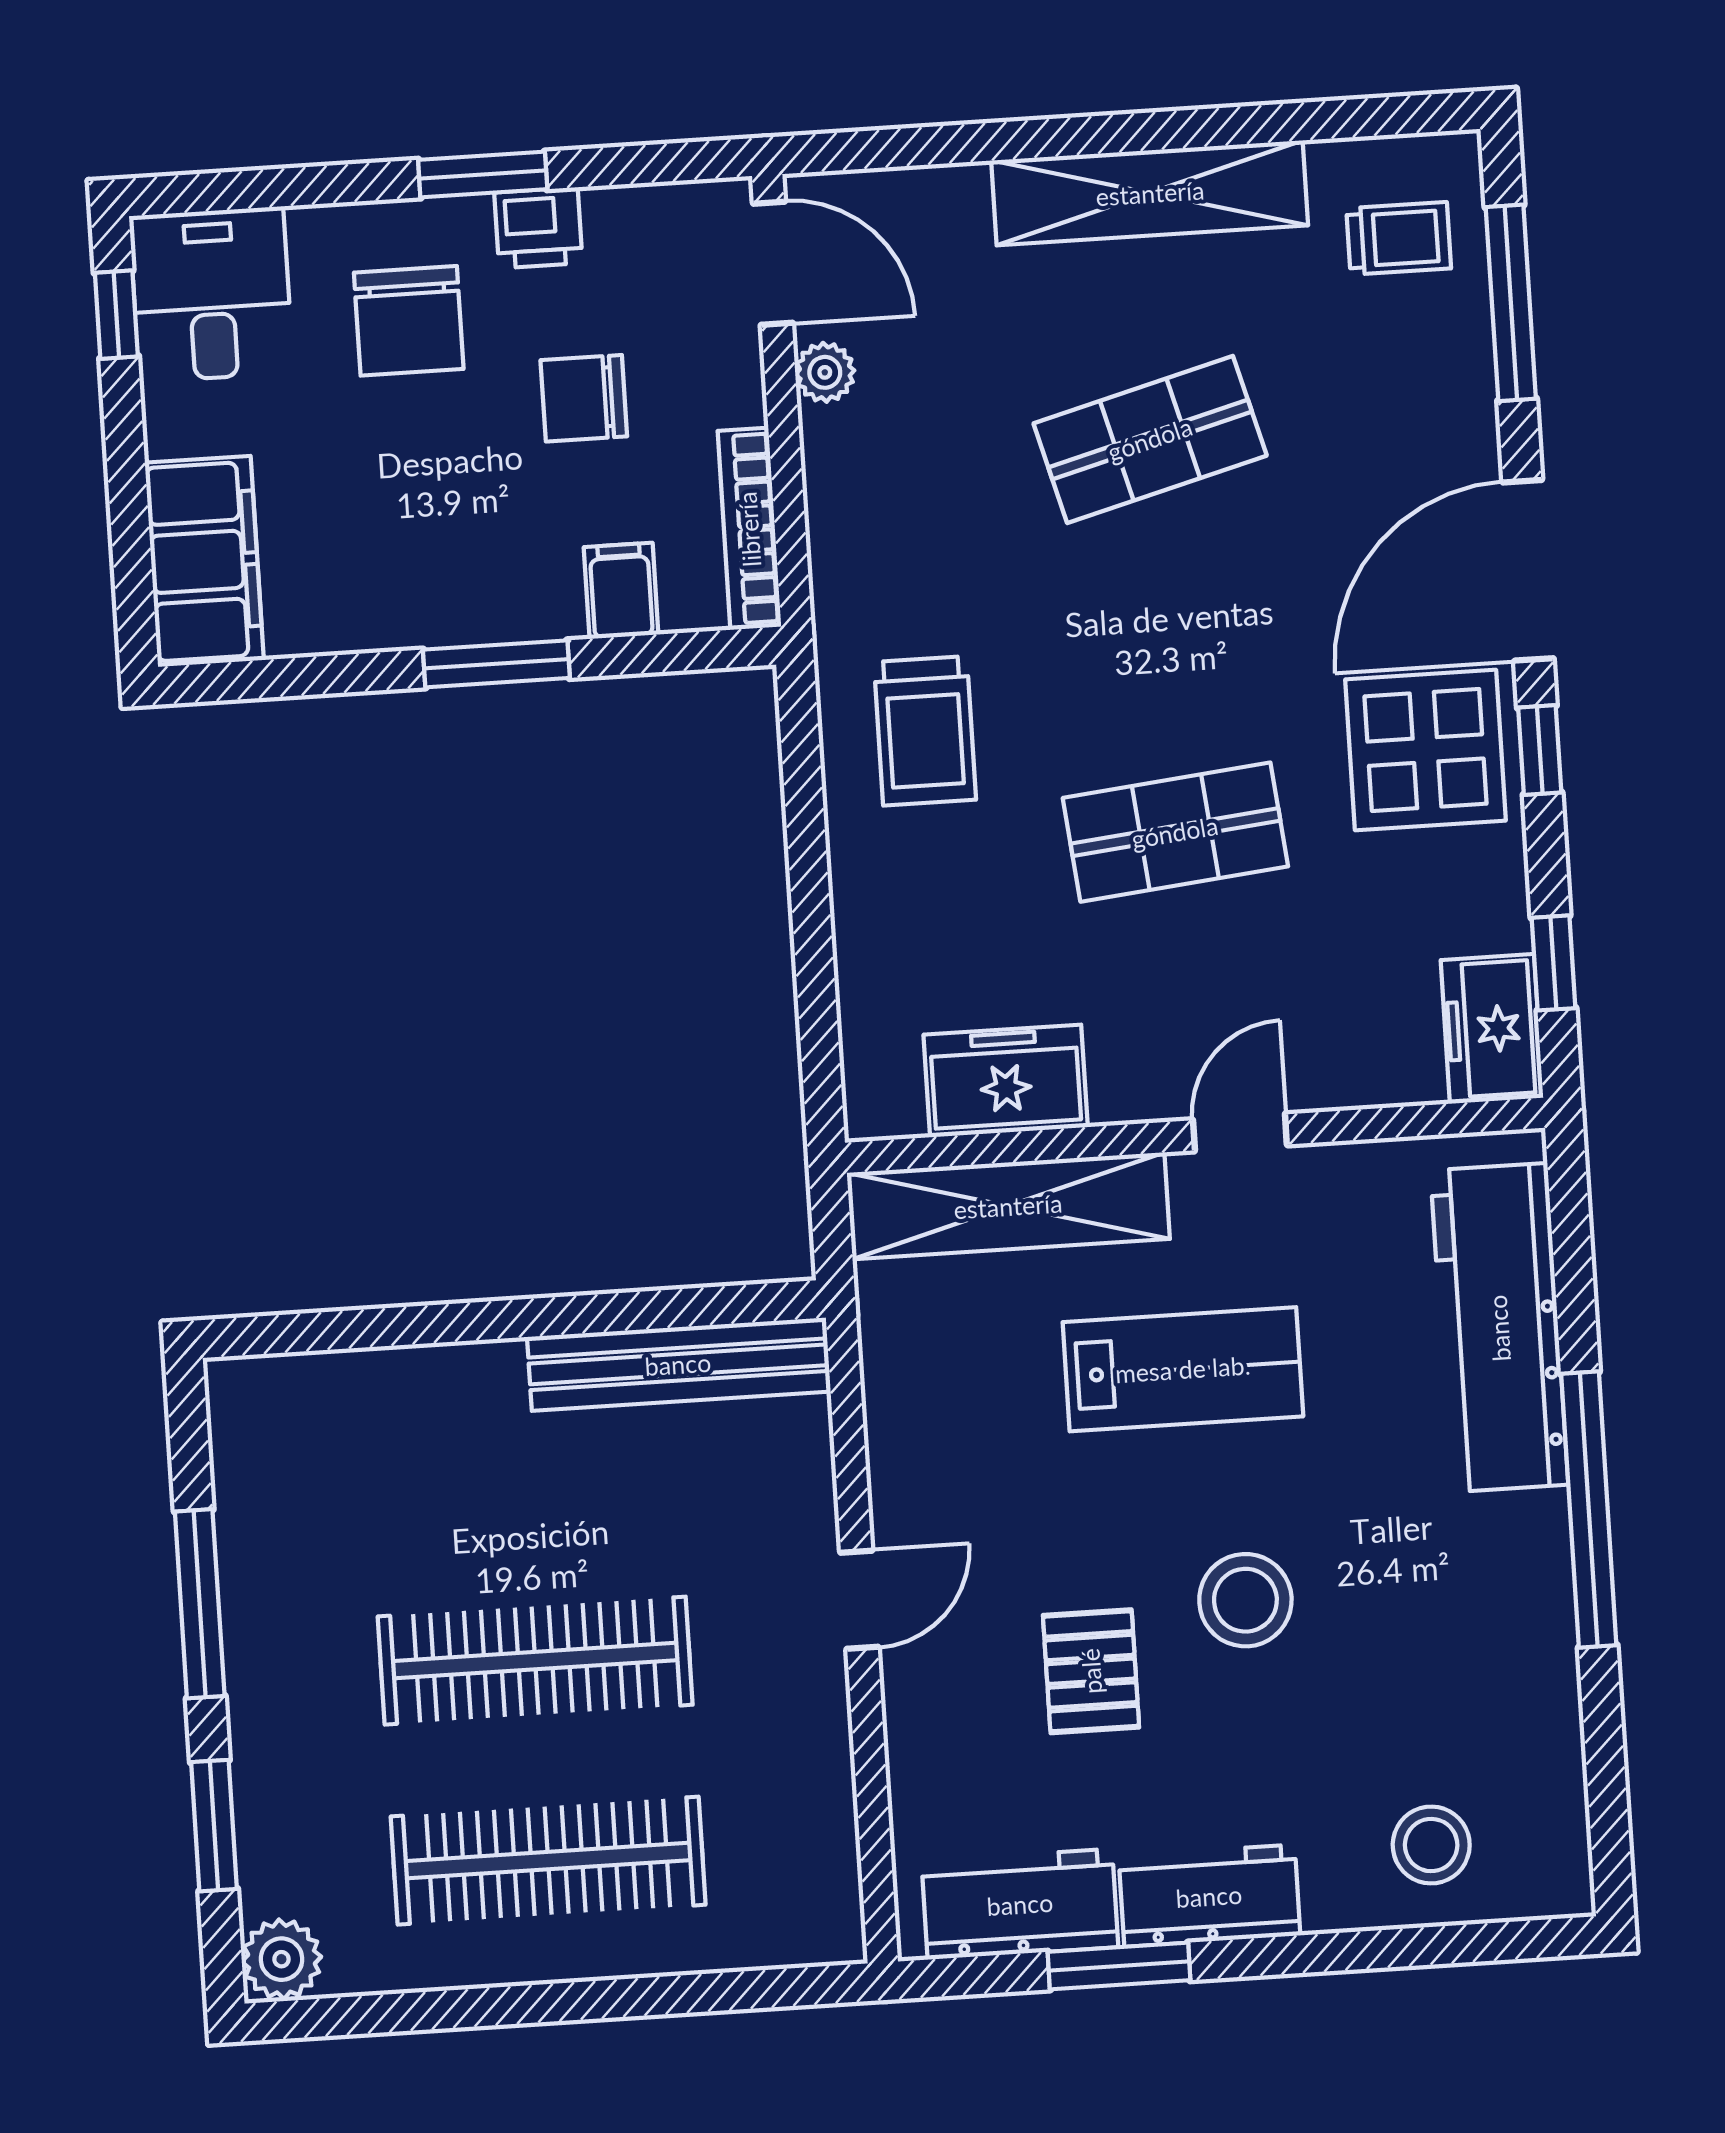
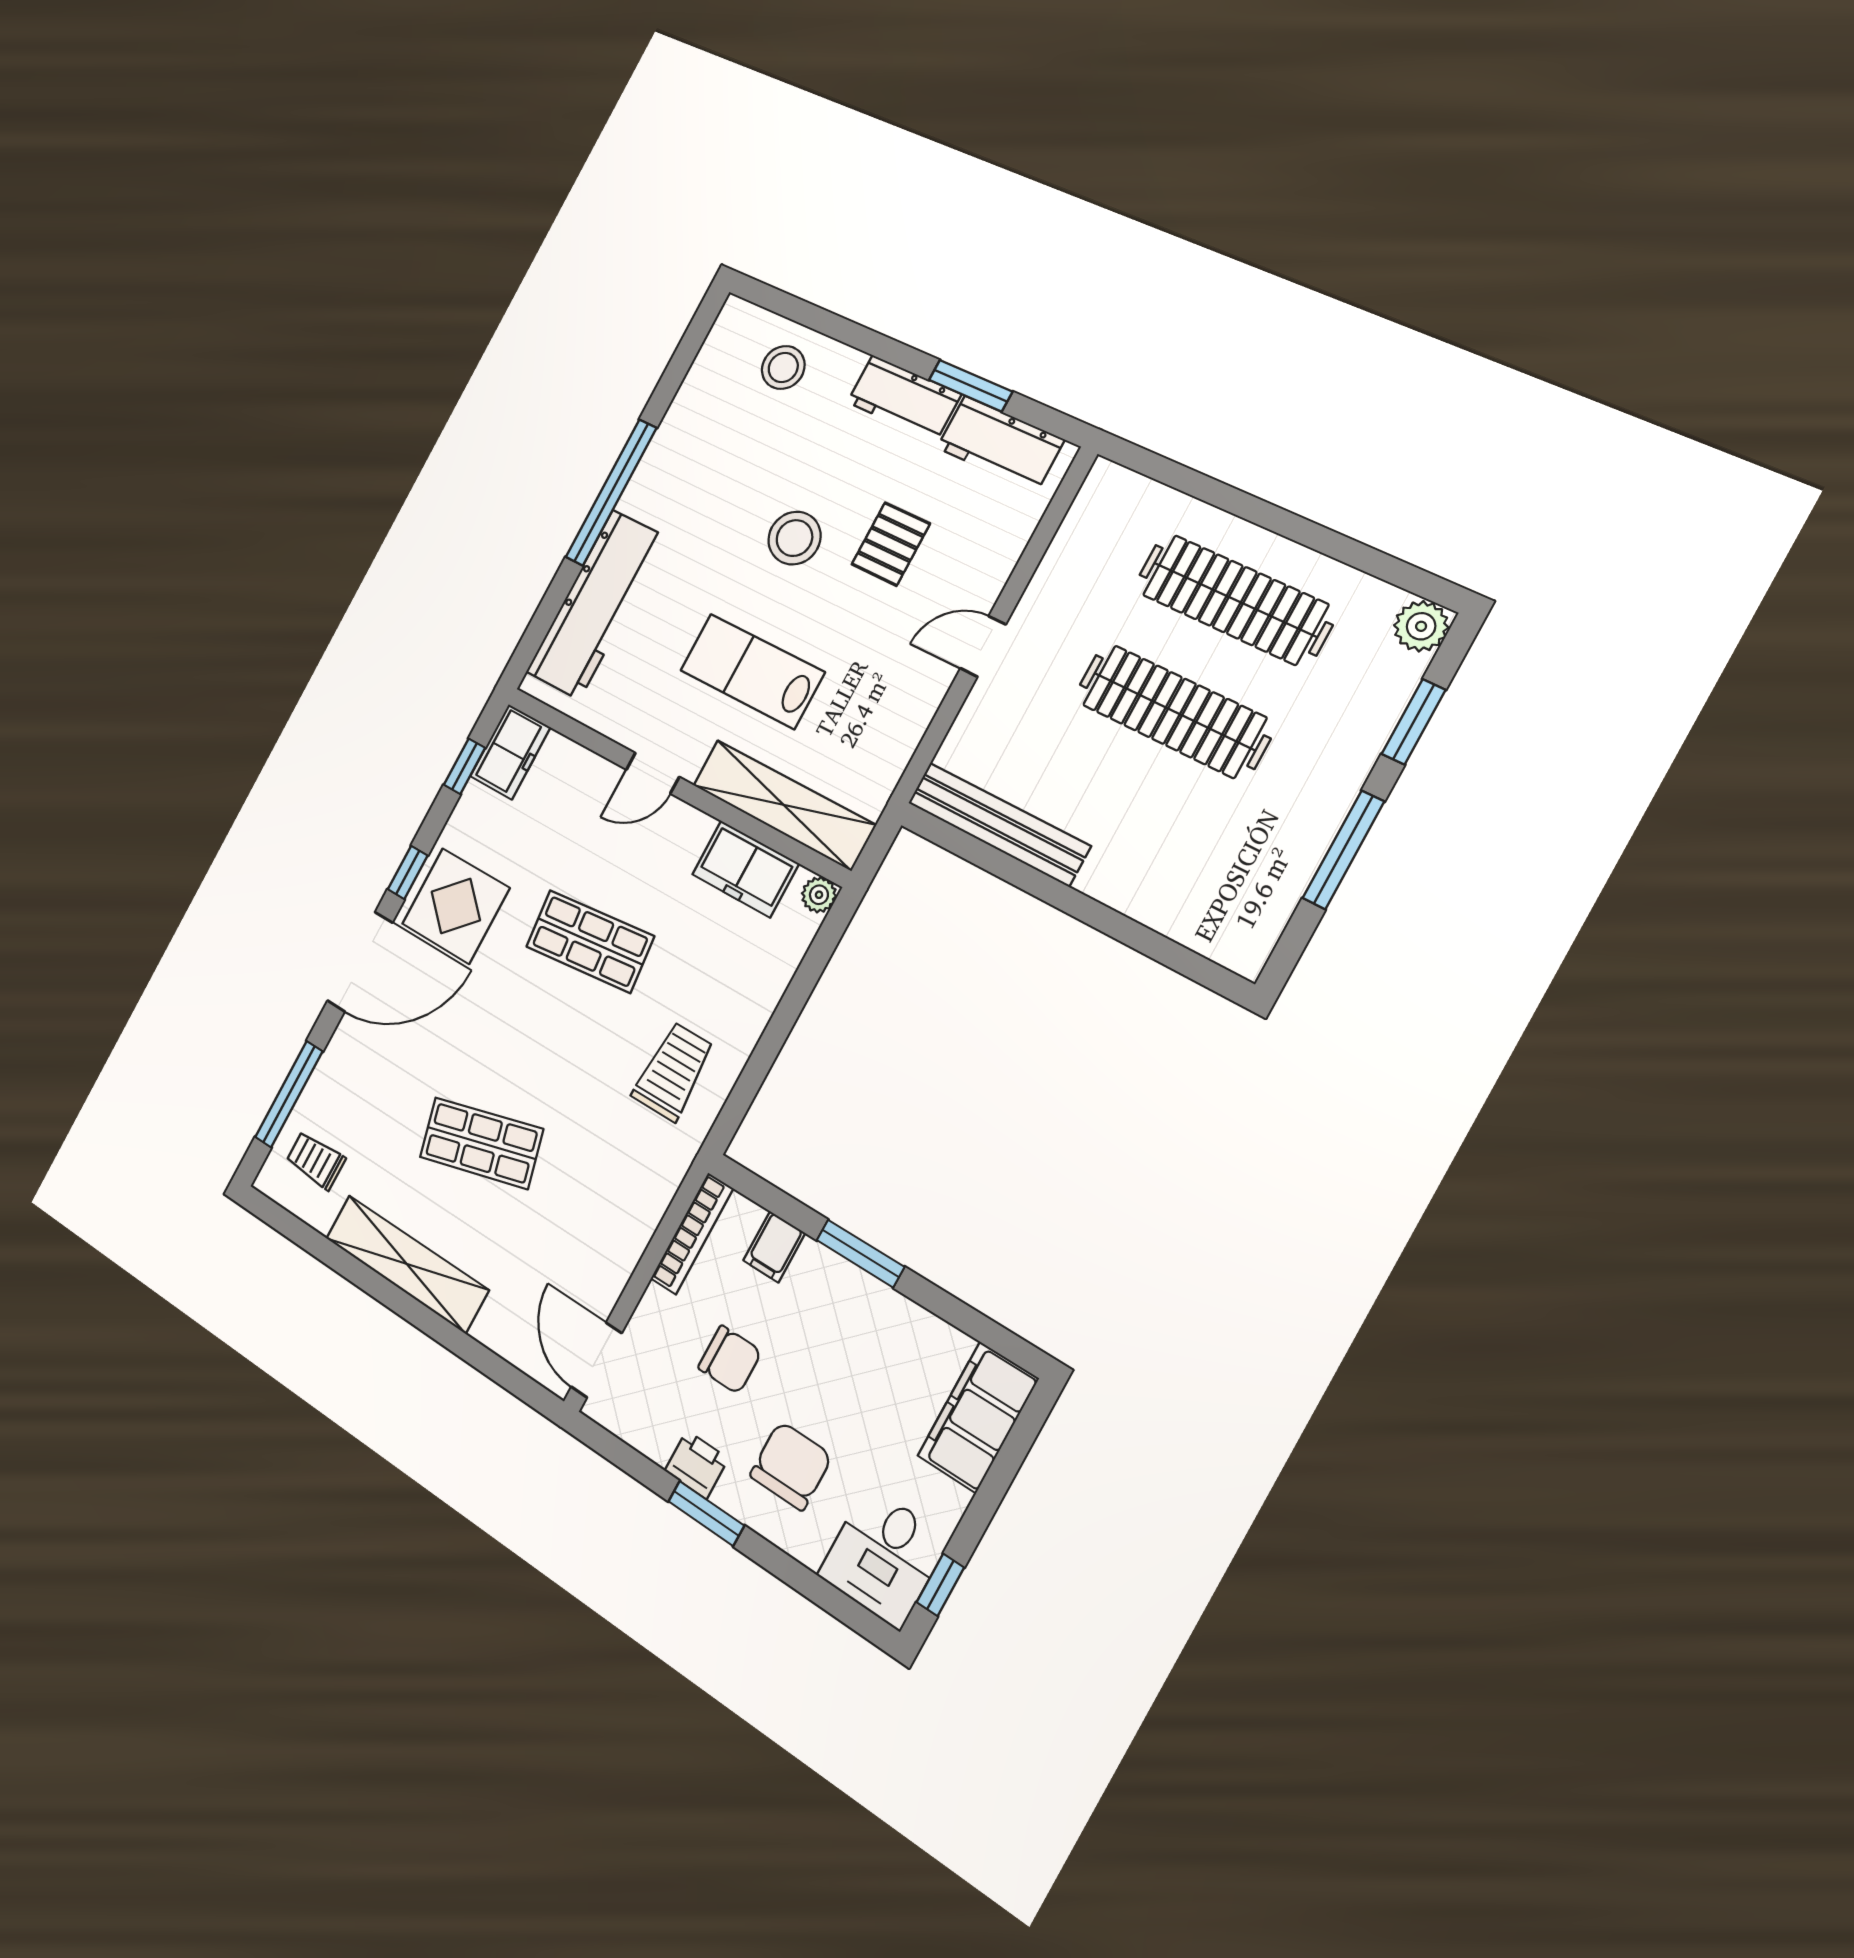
plant: (825, 372) -> (819, 895), moved

